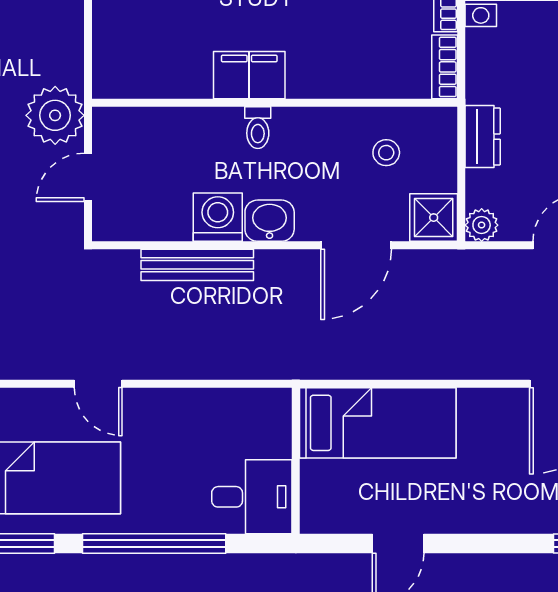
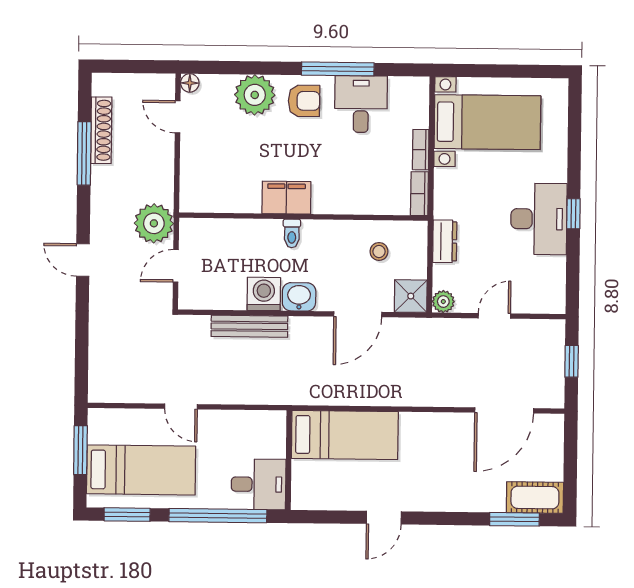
bed: (378, 423) -> (345, 435), moved
wall: (296, 461) -> (289, 460), moved
desk: (252, 497) -> (259, 484), moved

